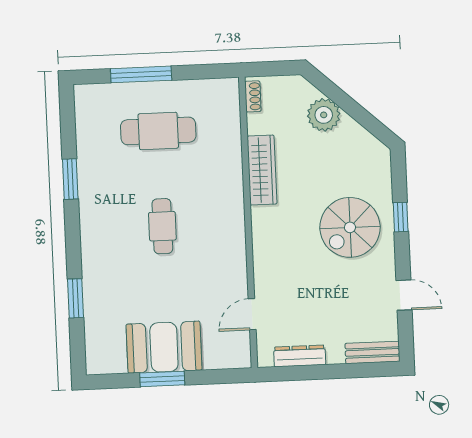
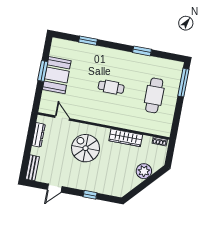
window: (141, 74) -> (183, 83), moved
spiral stairs: (350, 227) -> (85, 148), moved

